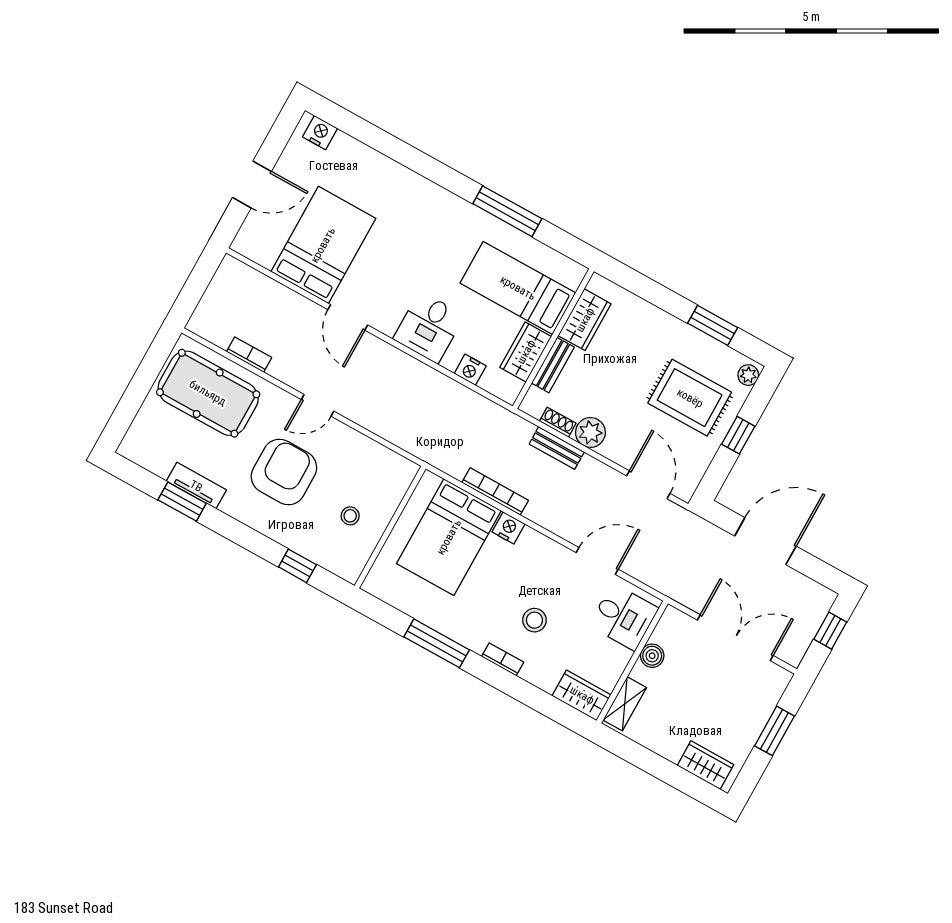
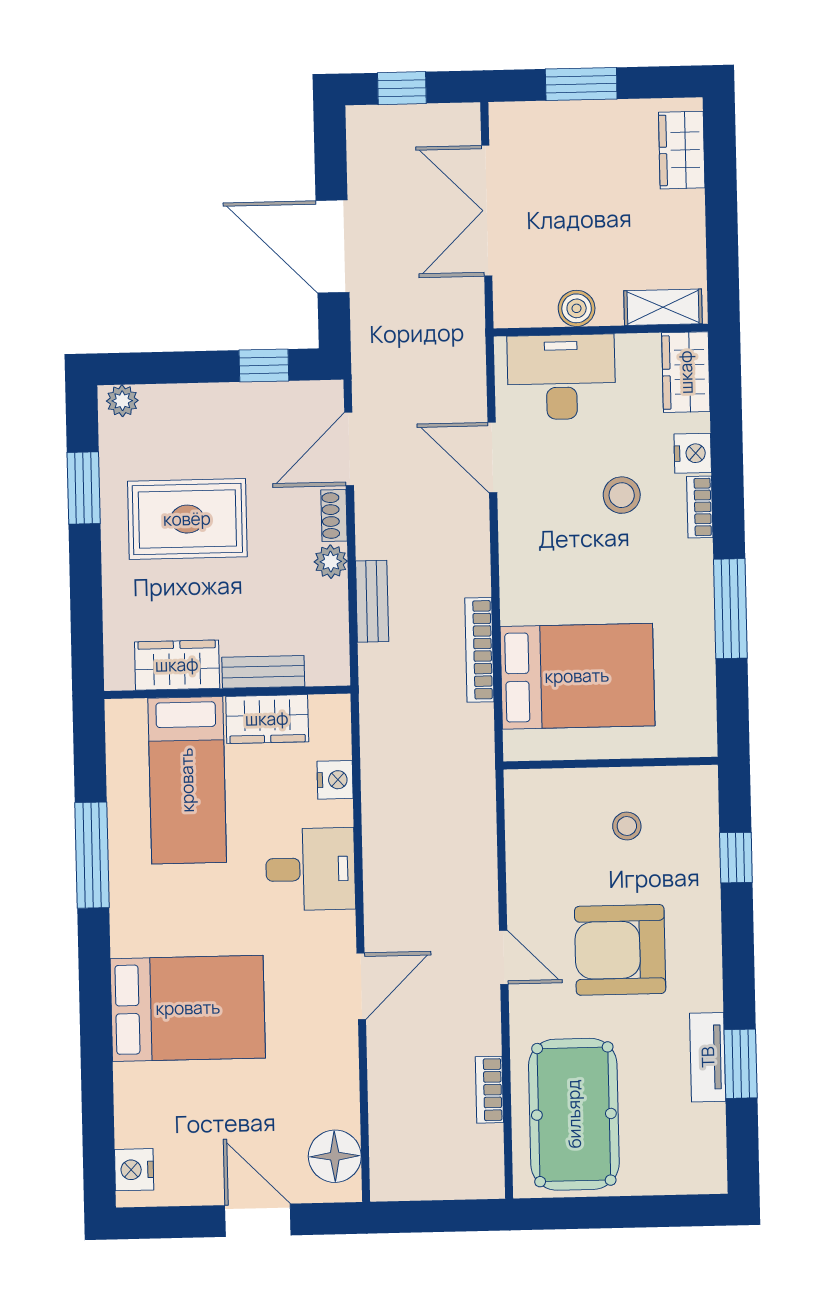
bed: (323, 245) -> (188, 1008), moved, turned 180
floor lamp: (262, 248) -> (335, 1156), added
rug: (690, 398) -> (187, 519), moved, turned 90
shoe rack: (558, 422) -> (334, 515), moved
plant: (590, 432) -> (331, 562), width x0.73, depth x0.73
window: (738, 435) -> (264, 366), moved
nightstand: (508, 528) -> (693, 453), moved, turned 180
desk: (624, 617) -> (561, 377), width x1.37

